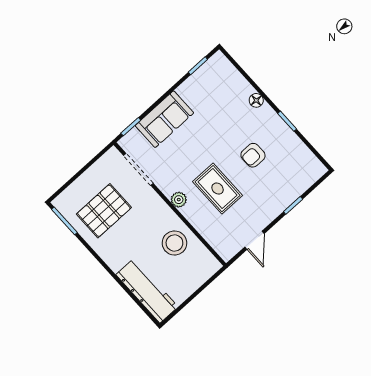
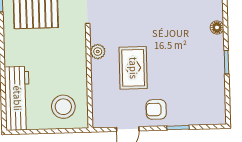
armchair: (253, 155) -> (156, 109), moved
stool: (174, 243) -> (63, 107), moved

